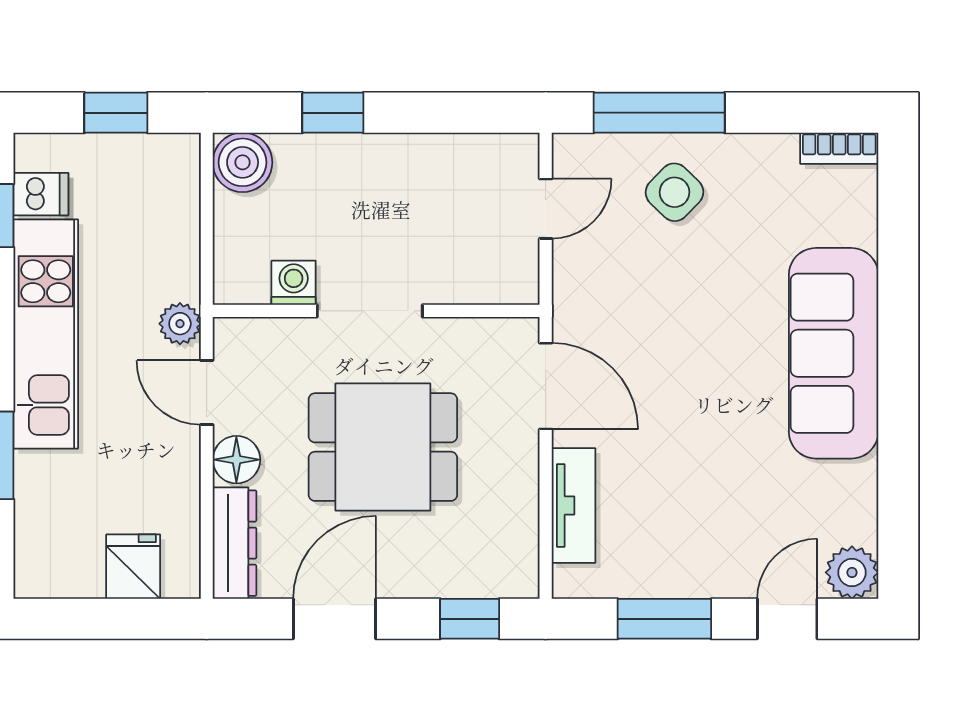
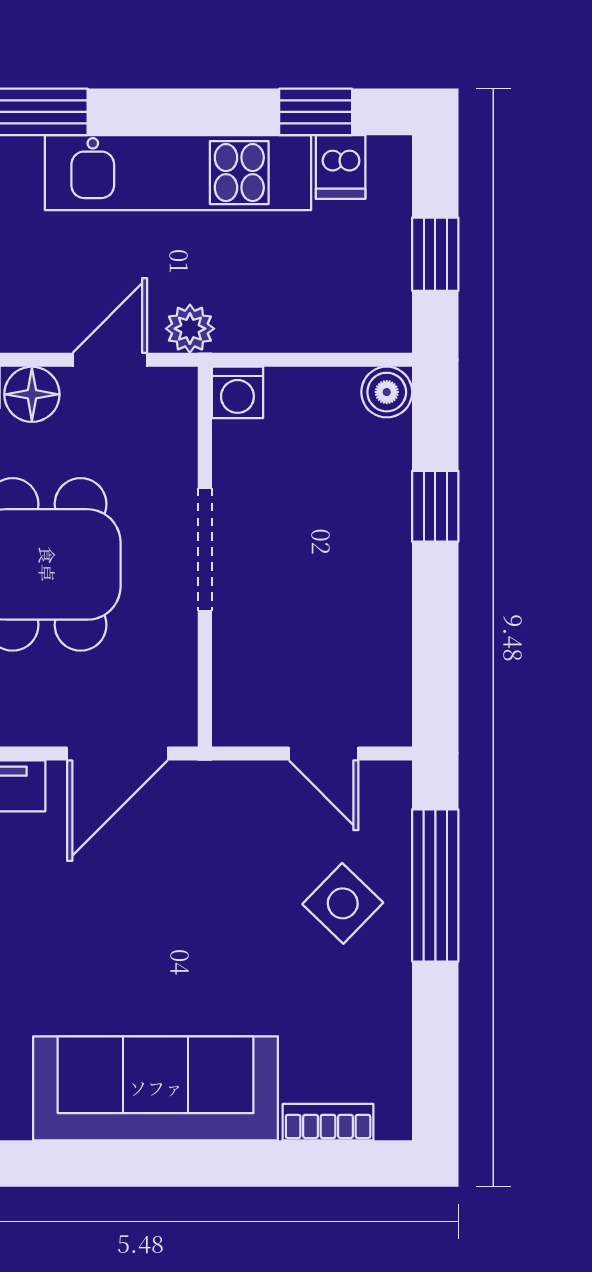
bookcase: (839, 148) -> (328, 1122), moved, turned 90
boiler: (243, 162) -> (387, 392), width x0.73, depth x0.73
washing machine: (294, 283) -> (237, 392), moved, turned 90

